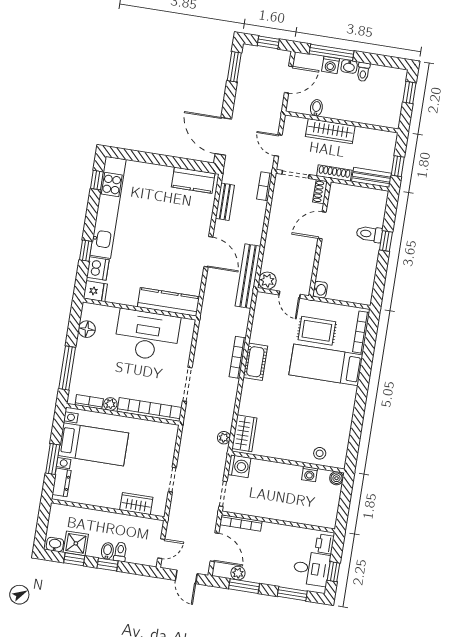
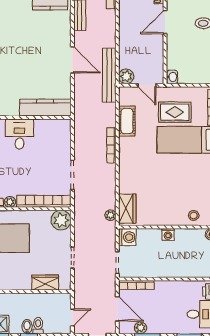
desk: (147, 335) -> (20, 134), width x0.53, depth x0.77
cot: (255, 362) -> (127, 121), moved
plant: (166, 435) -> (61, 220), added
washing machine: (310, 474) -> (168, 234), moved

